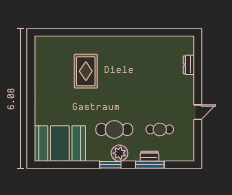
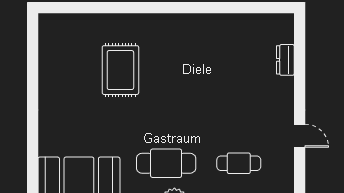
door: (198, 112) -> (300, 136), hinge flipped

